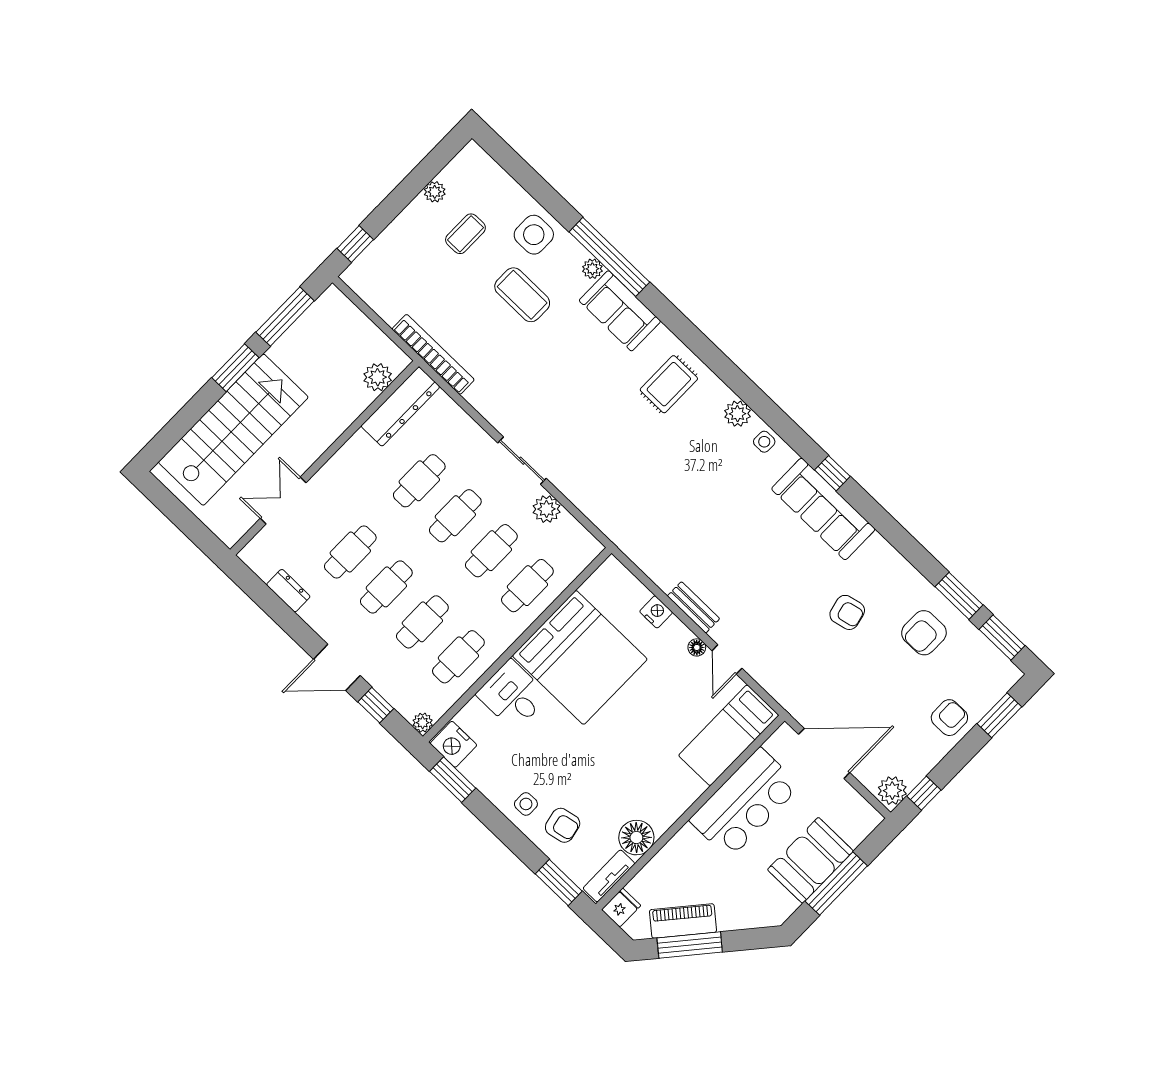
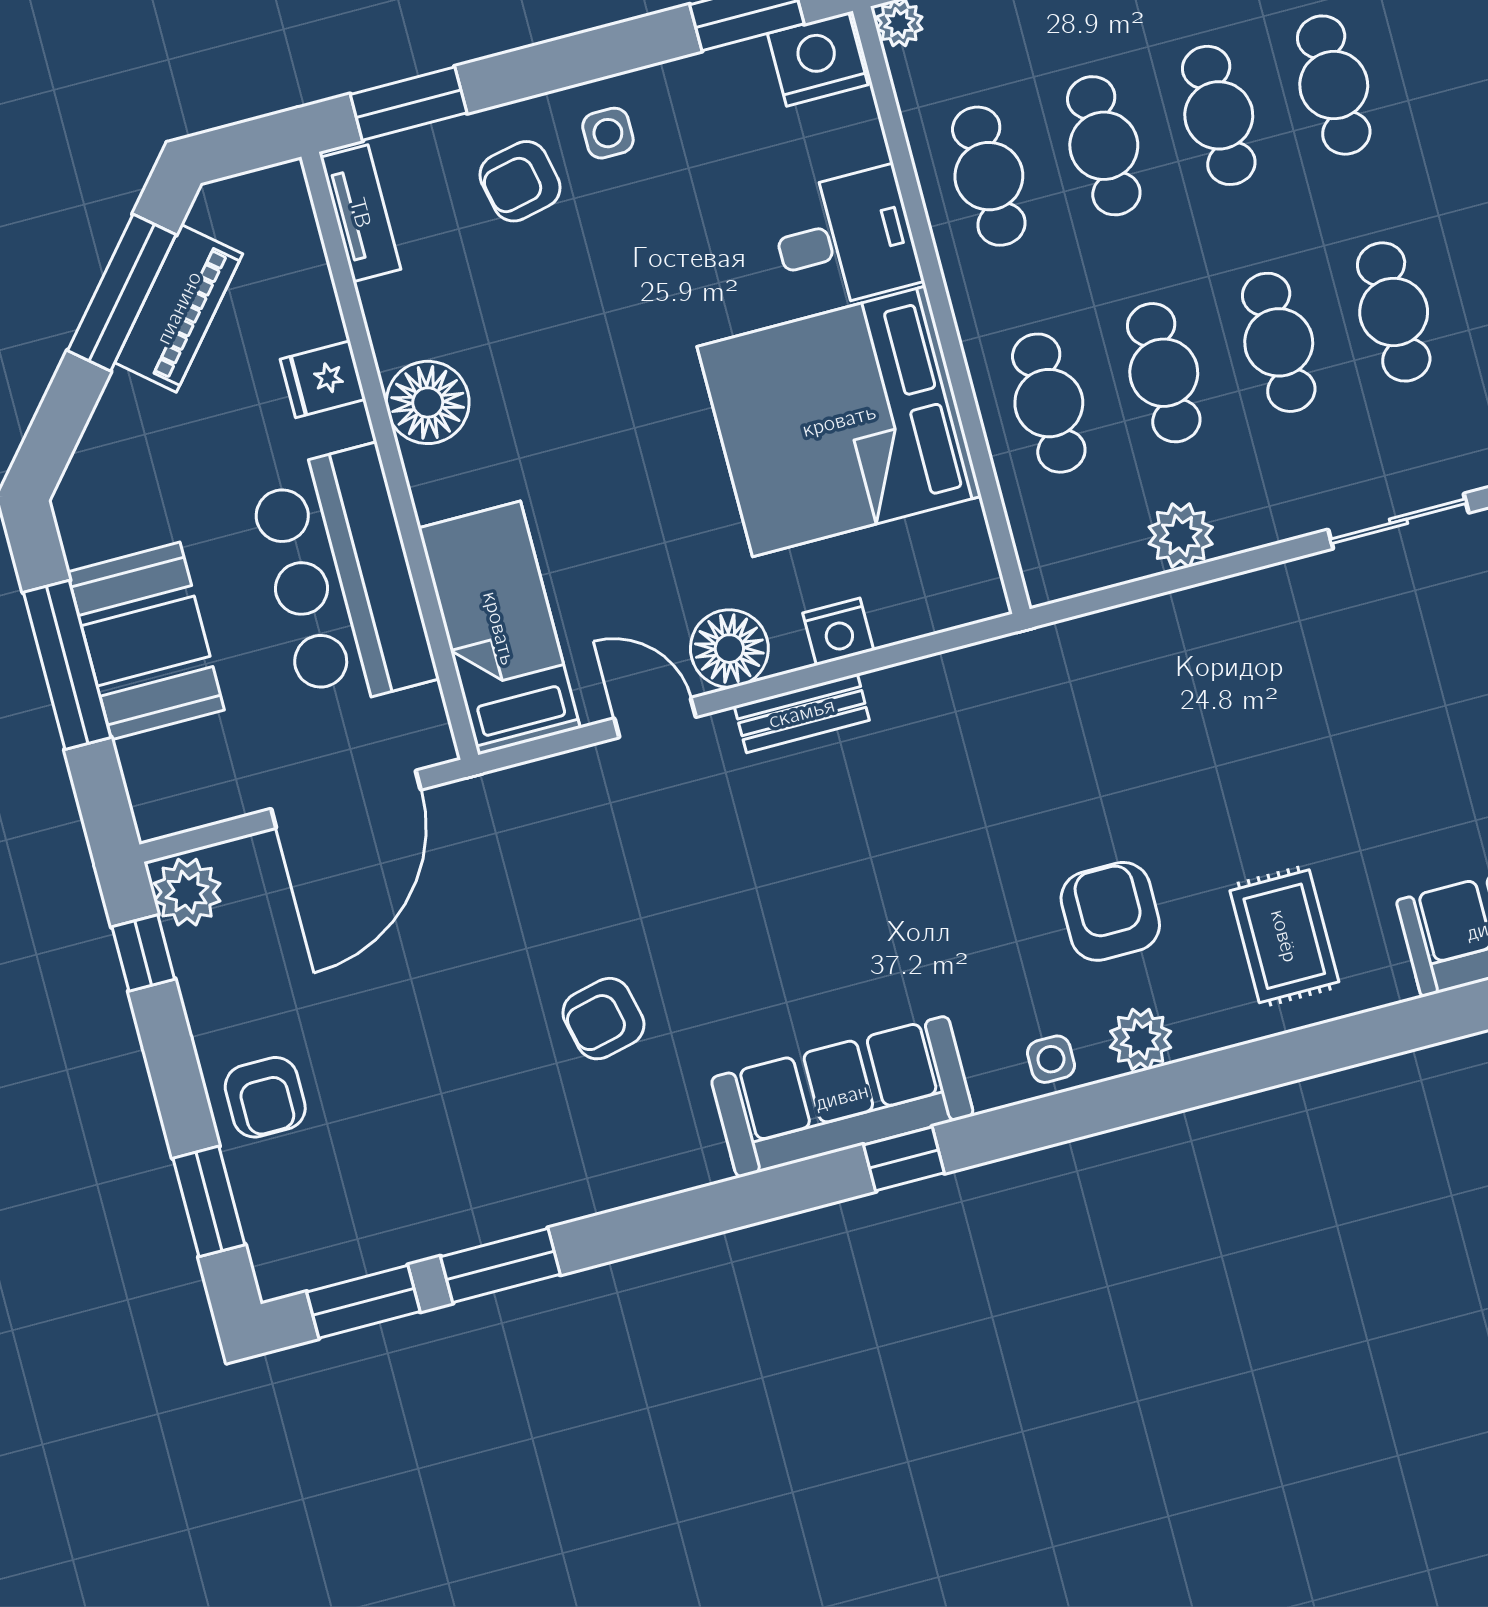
sliding door: (522, 461) -> (1398, 521), moved
armchair: (924, 633) -> (1110, 911), moved
floor lamp: (697, 647) -> (729, 649), width x1.89, depth x1.89
floor lamp: (636, 838) -> (428, 402), moved
fridge: (621, 908) -> (323, 379), moved, turned 90

